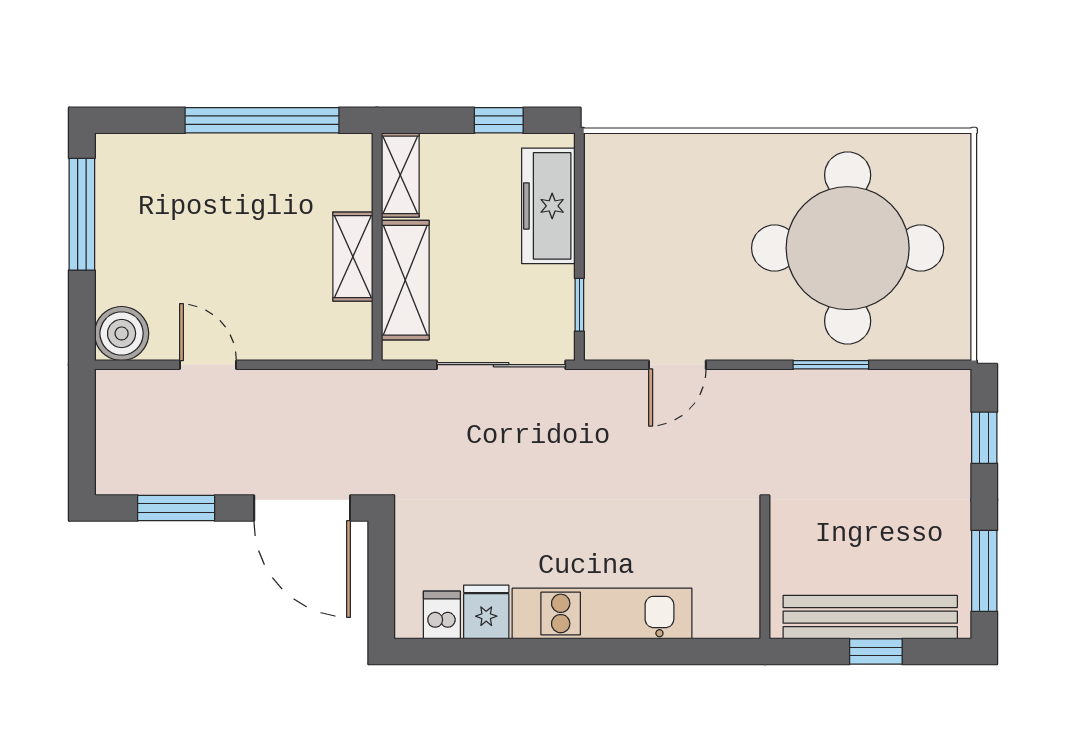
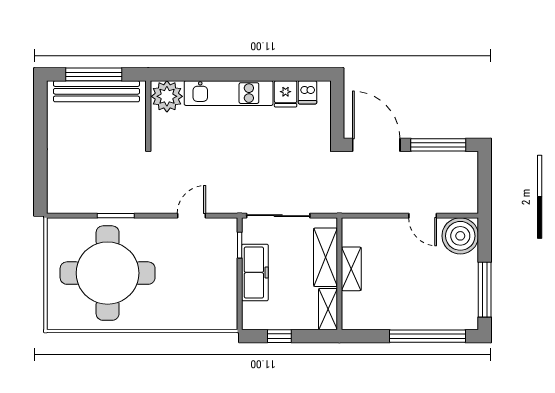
window: (262, 120) -> (428, 336), moved
freezer: (548, 206) -> (255, 272), moved
boiler: (122, 333) -> (460, 236), width x1.37, depth x1.37
window: (984, 438) -> (40, 180), removed
window: (176, 508) -> (438, 145), width x1.44
window: (984, 571) -> (40, 114), removed
plant: (727, 607) -> (167, 96), added
window: (876, 651) -> (94, 74), width x2.17

